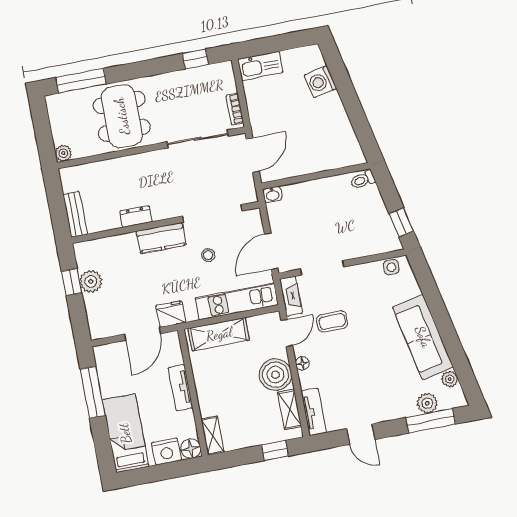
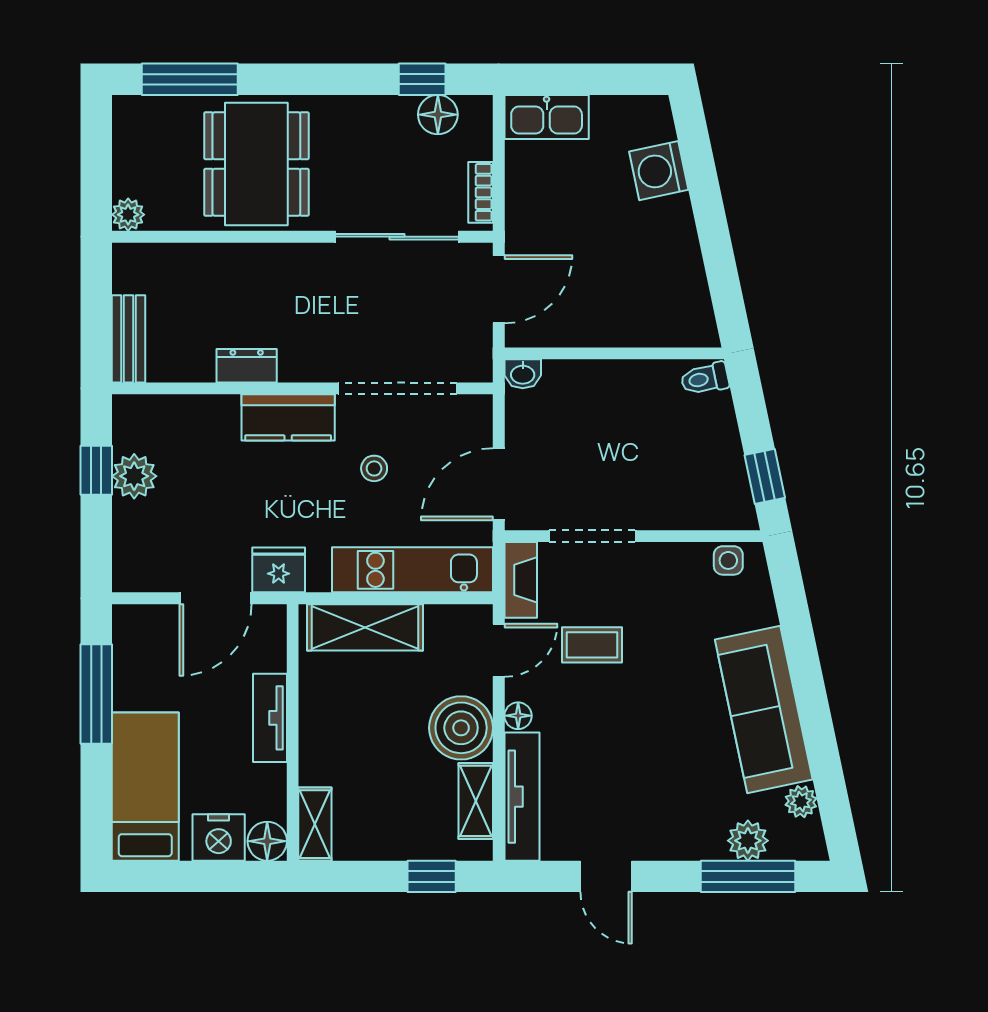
floor lamp: (206, 75) -> (438, 115), added
tv unit: (314, 412) -> (522, 797), width x1.41

